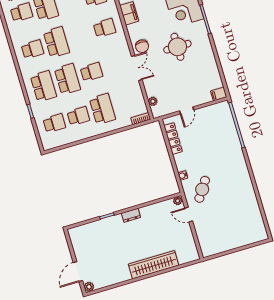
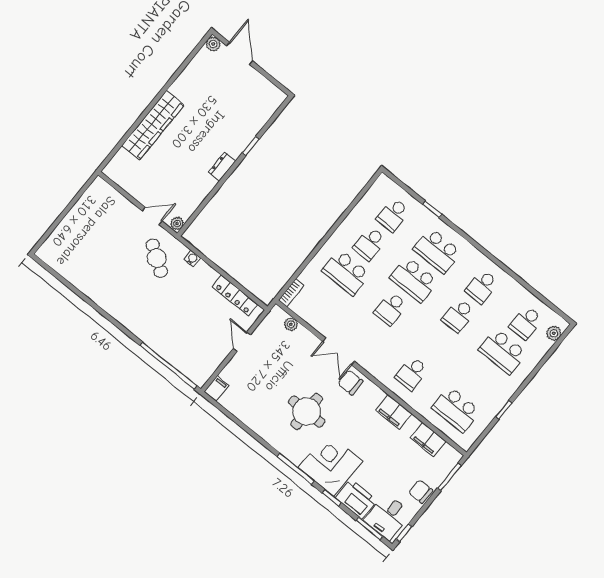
school desk: (56, 42) -> (458, 316), width x0.54

